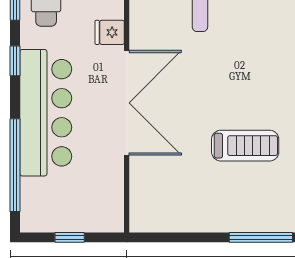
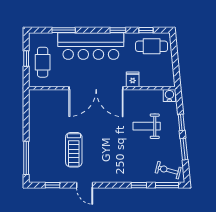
window: (15, 165) -> (64, 30), width x0.47
cafe table: (77, 206) -> (43, 62), added

